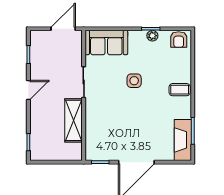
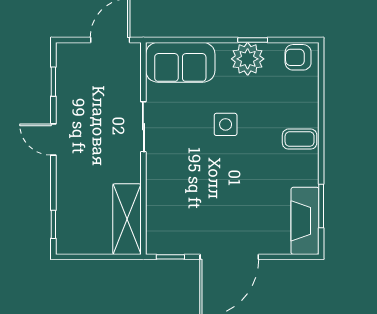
plant: (152, 36) -> (248, 59), width x1.87, depth x1.87
armchair: (179, 39) -> (298, 57), turned 90
door: (28, 90) -> (53, 140), swing flipped
shelving: (74, 120) -> (127, 219), moved

